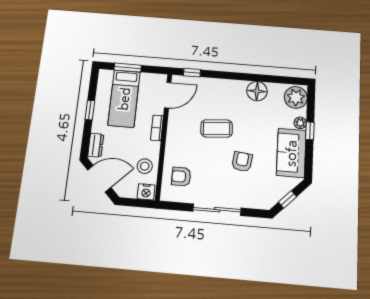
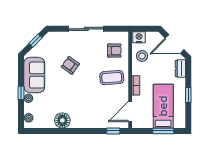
plant: (296, 97) -> (29, 118), width x0.53, depth x0.53
coffee table: (217, 128) -> (112, 78), moved
armchair: (242, 162) -> (70, 65), turned 118

